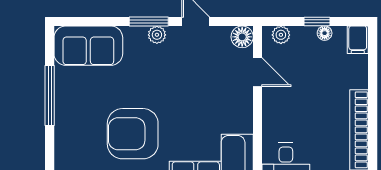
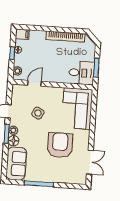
floor lamp: (242, 37) -> (14, 141), moved
side table: (196, 83) -> (38, 113), added
armchair: (133, 134) -> (60, 145), turned 180

